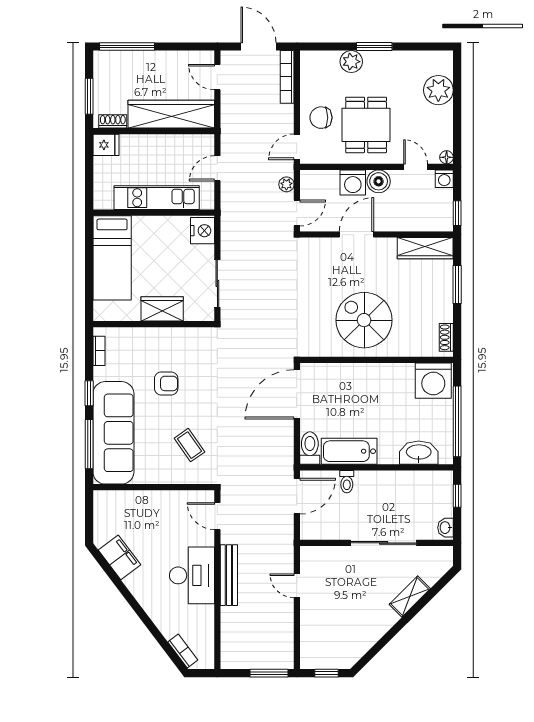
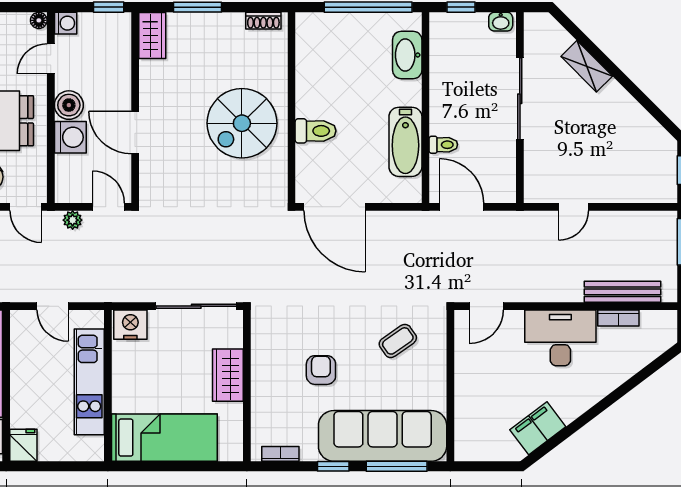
wardrobe: (425, 248) -> (152, 36), width x0.67
sliding door: (217, 284) -> (196, 306), width x1.37
washing machine: (433, 381) -> (317, 37), removed
toilet: (310, 448) -> (316, 131), moved, turned 180
bench: (229, 575) -> (622, 292), moved
bookcase: (183, 651) -> (618, 318), moved, turned -143

